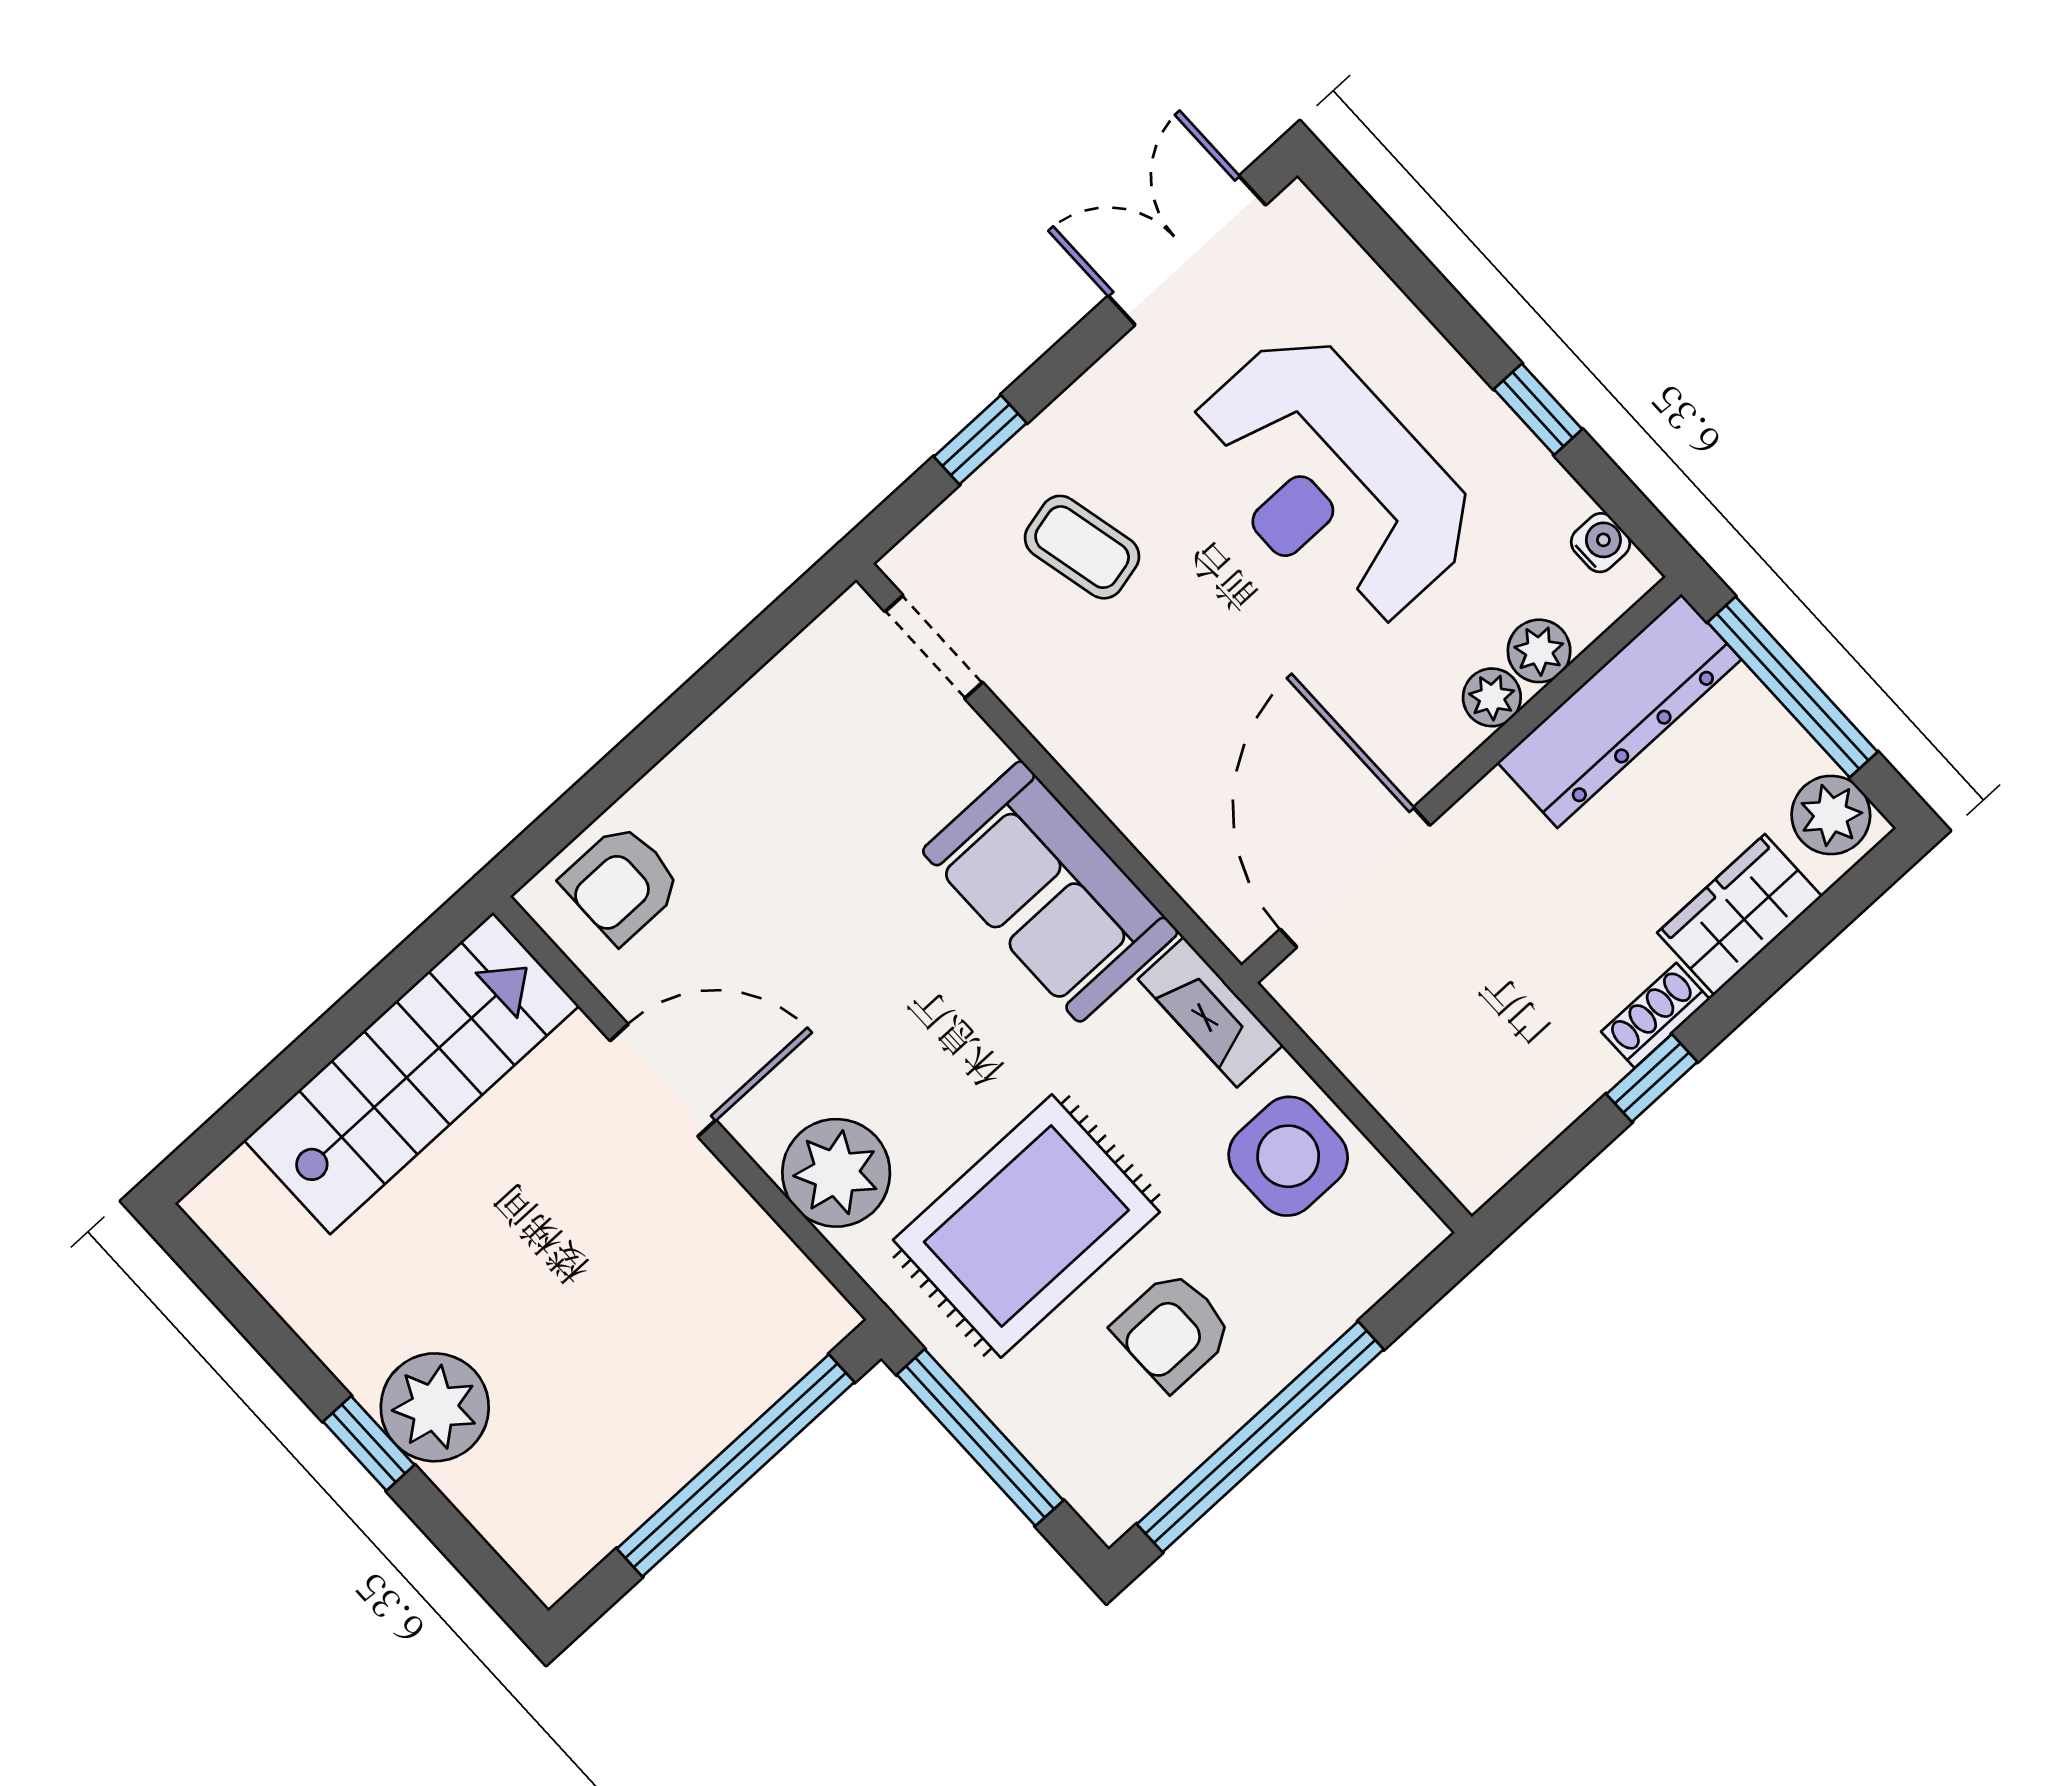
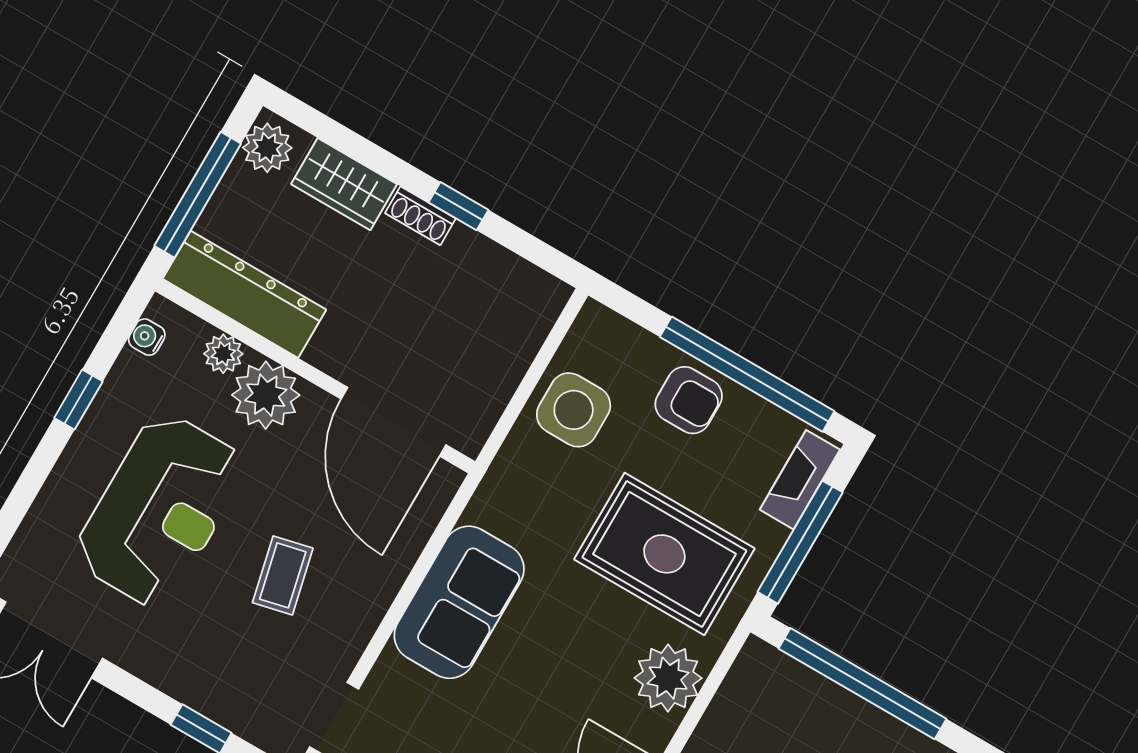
coffee table: (1082, 547) -> (283, 575), moved
plant: (1492, 697) -> (266, 395), width x1.87, depth x1.87
door: (1355, 877) -> (394, 422), hinge flipped
fireplace: (1210, 1012) -> (800, 480), moved, turned 180
armchair: (1173, 1331) -> (689, 400), moved

